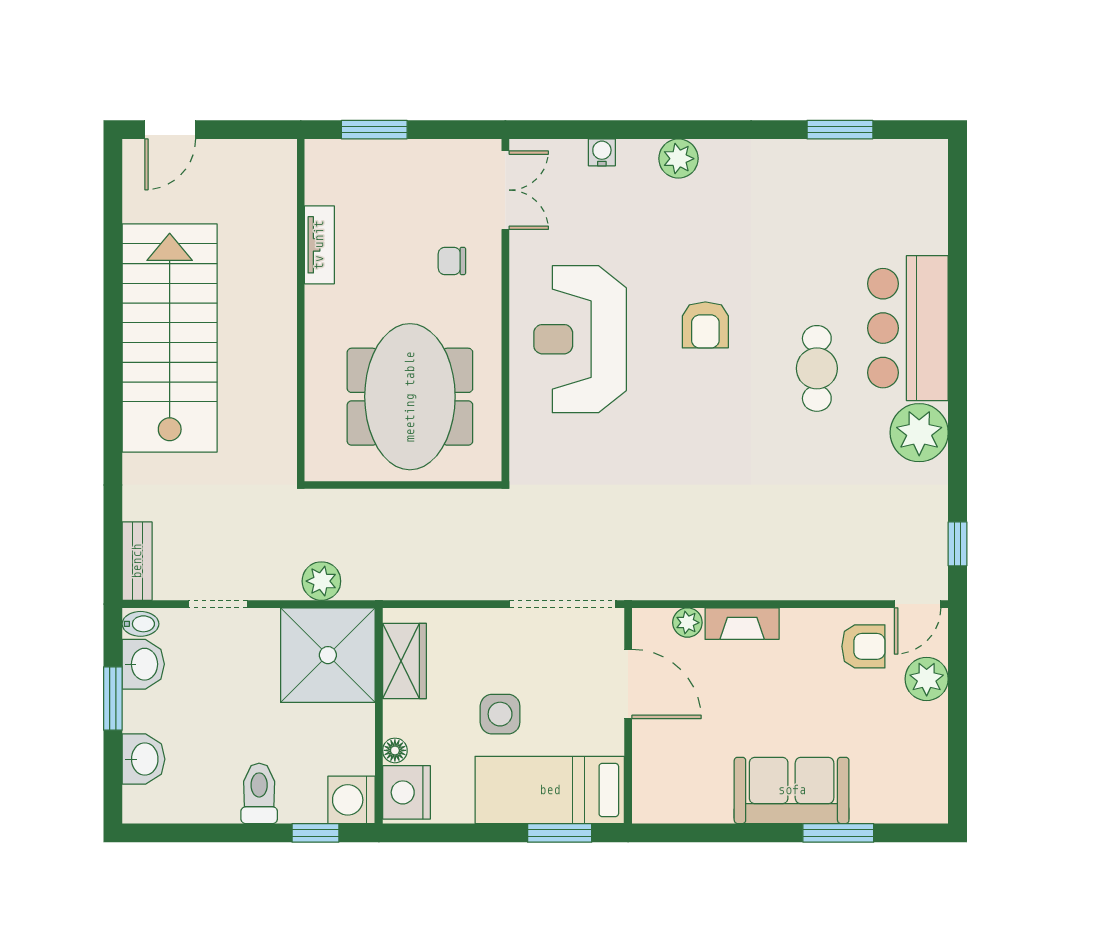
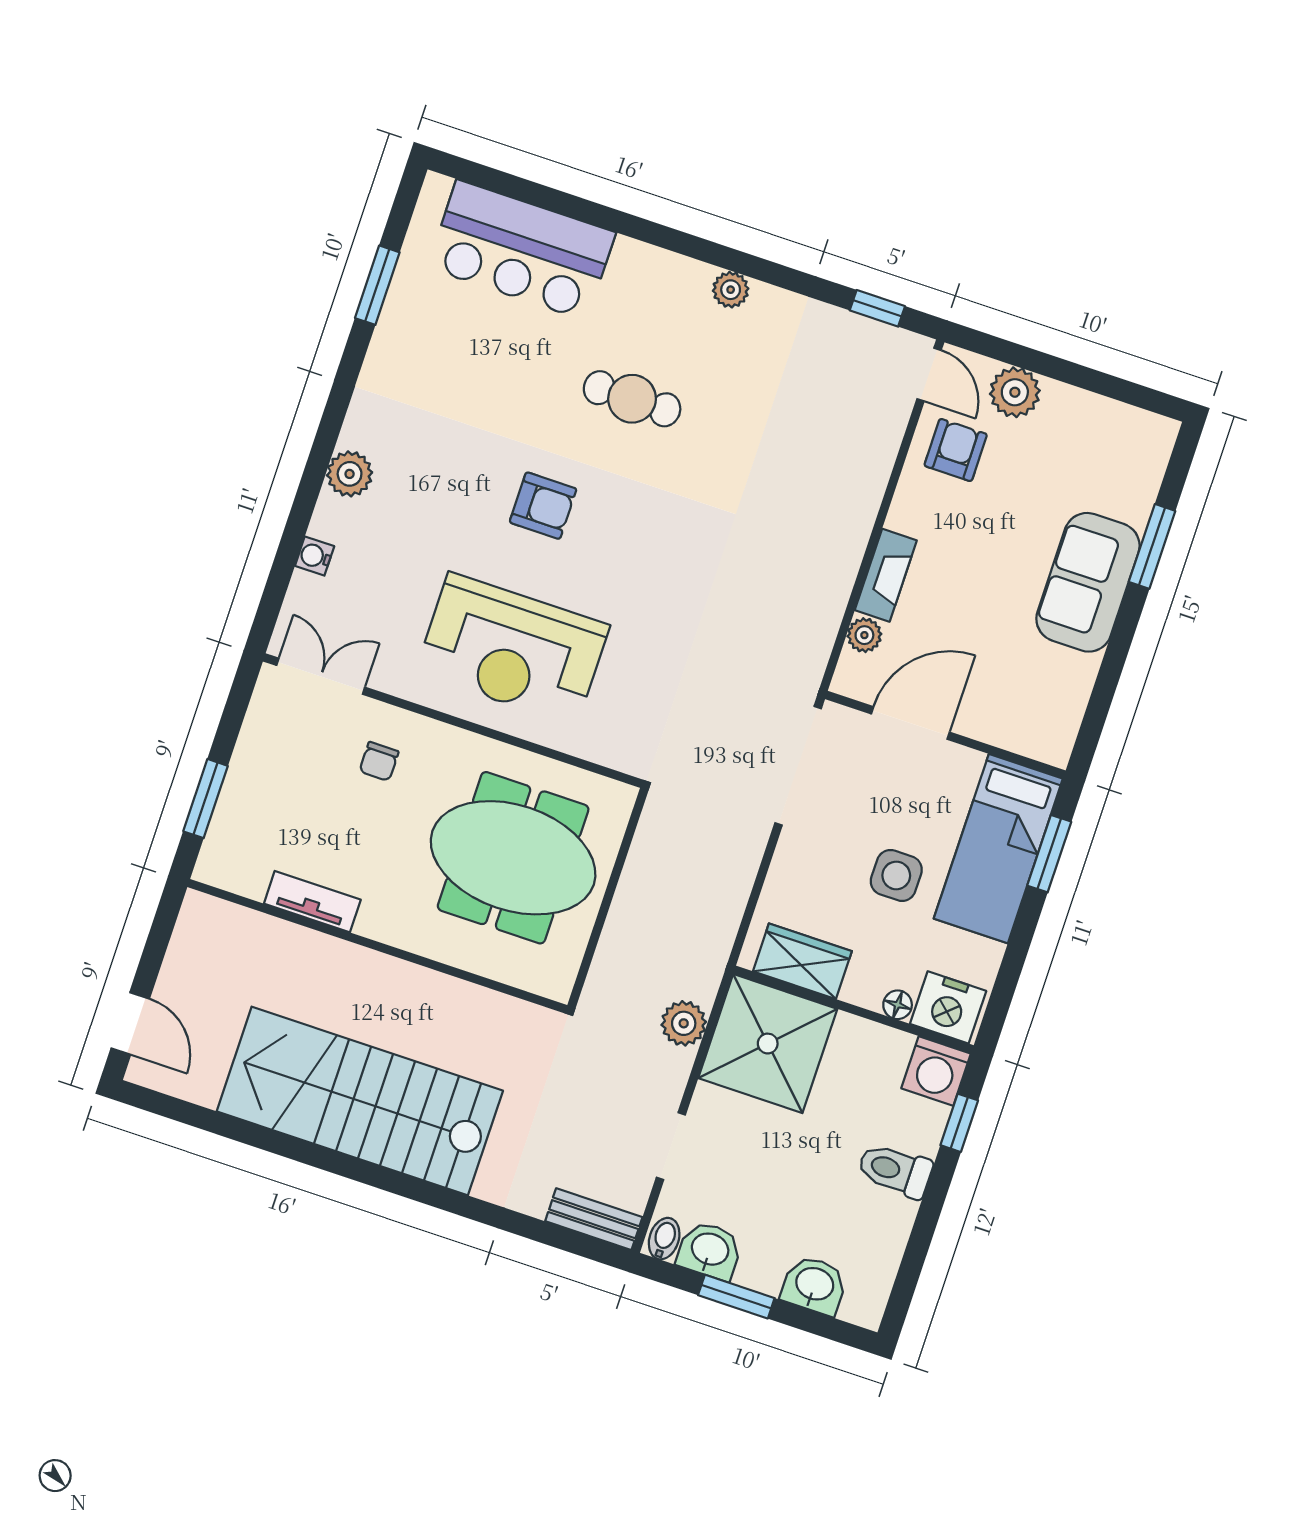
bar counter: (908, 328) -> (522, 250), moved
plant: (919, 433) -> (731, 290), width x0.53, depth x0.53

